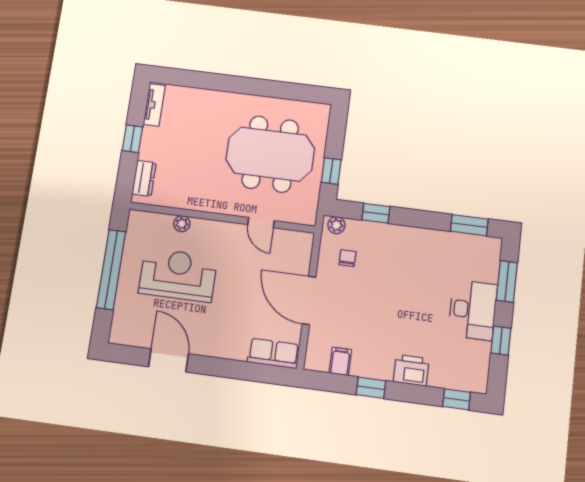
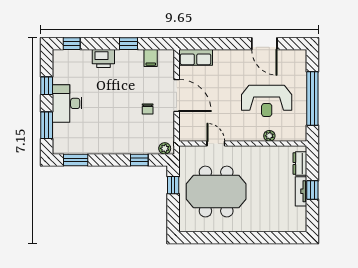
tv unit: (154, 105) -> (301, 191), moved
chair: (348, 258) -> (148, 109), moved

